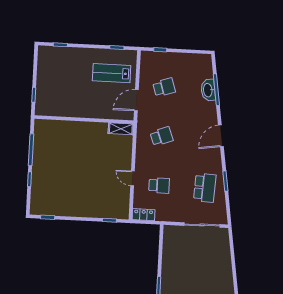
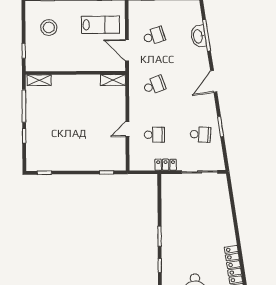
stool: (60, 73) -> (49, 27), added
lab bench: (112, 73) -> (100, 25), turned 180
door: (136, 100) -> (127, 50), hinge flipped
shelving: (48, 125) -> (39, 80), added
door: (132, 178) -> (127, 129), hinge flipped
school desk: (205, 188) -> (200, 134), width x0.54
locker: (144, 215) -> (166, 165), moved

